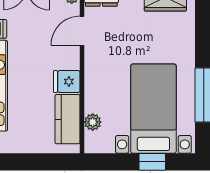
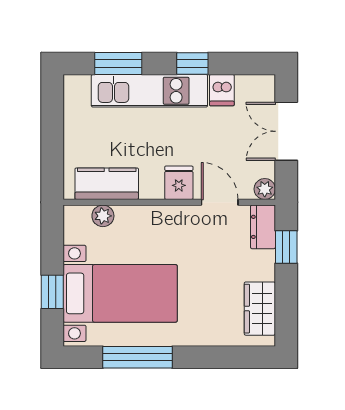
fridge: (67, 82) -> (179, 183), moved

